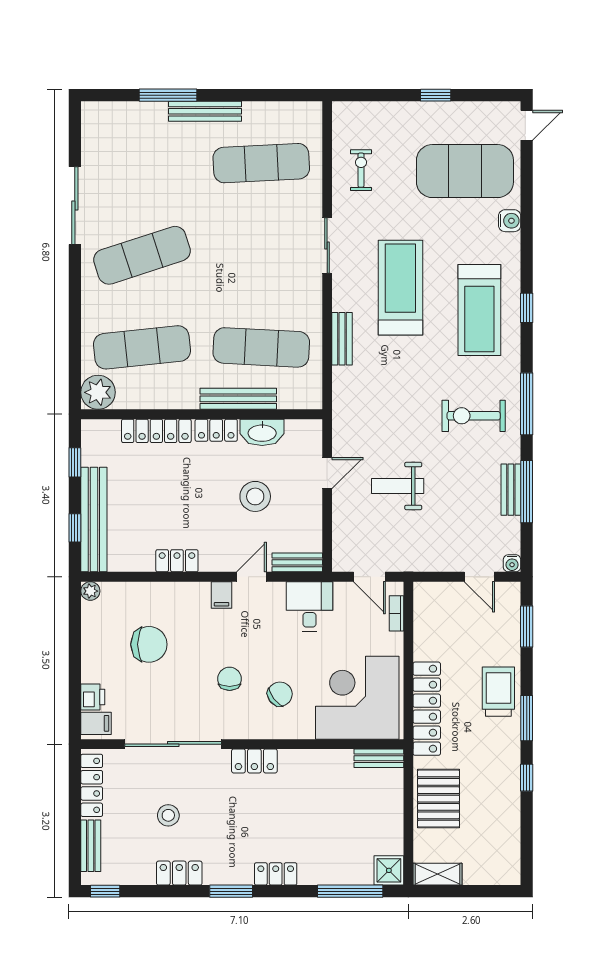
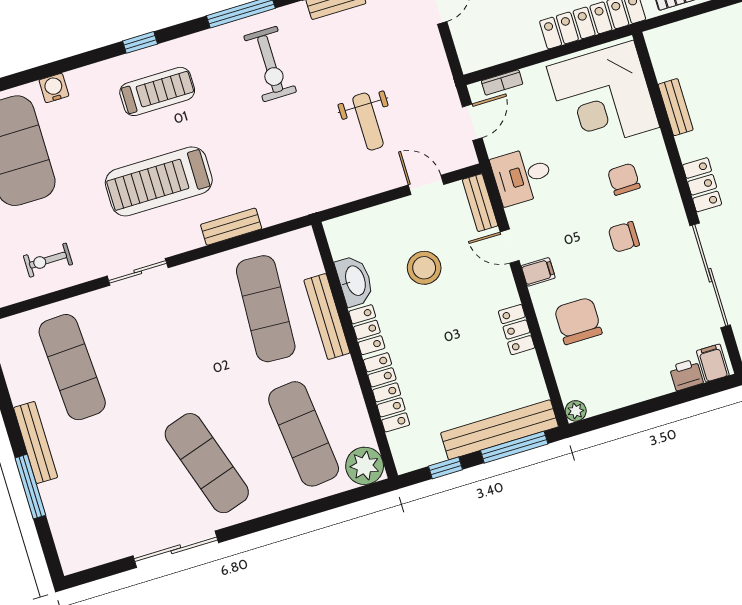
treadmill: (479, 310) -> (157, 91), width x0.73, depth x0.73
door: (327, 473) -> (426, 185), moved
window: (75, 528) -> (514, 447), width x2.17
chair: (149, 644) -> (578, 321), moved
chair: (280, 694) -> (624, 179), turned 36
bench: (379, 758) -> (676, 107), moved

